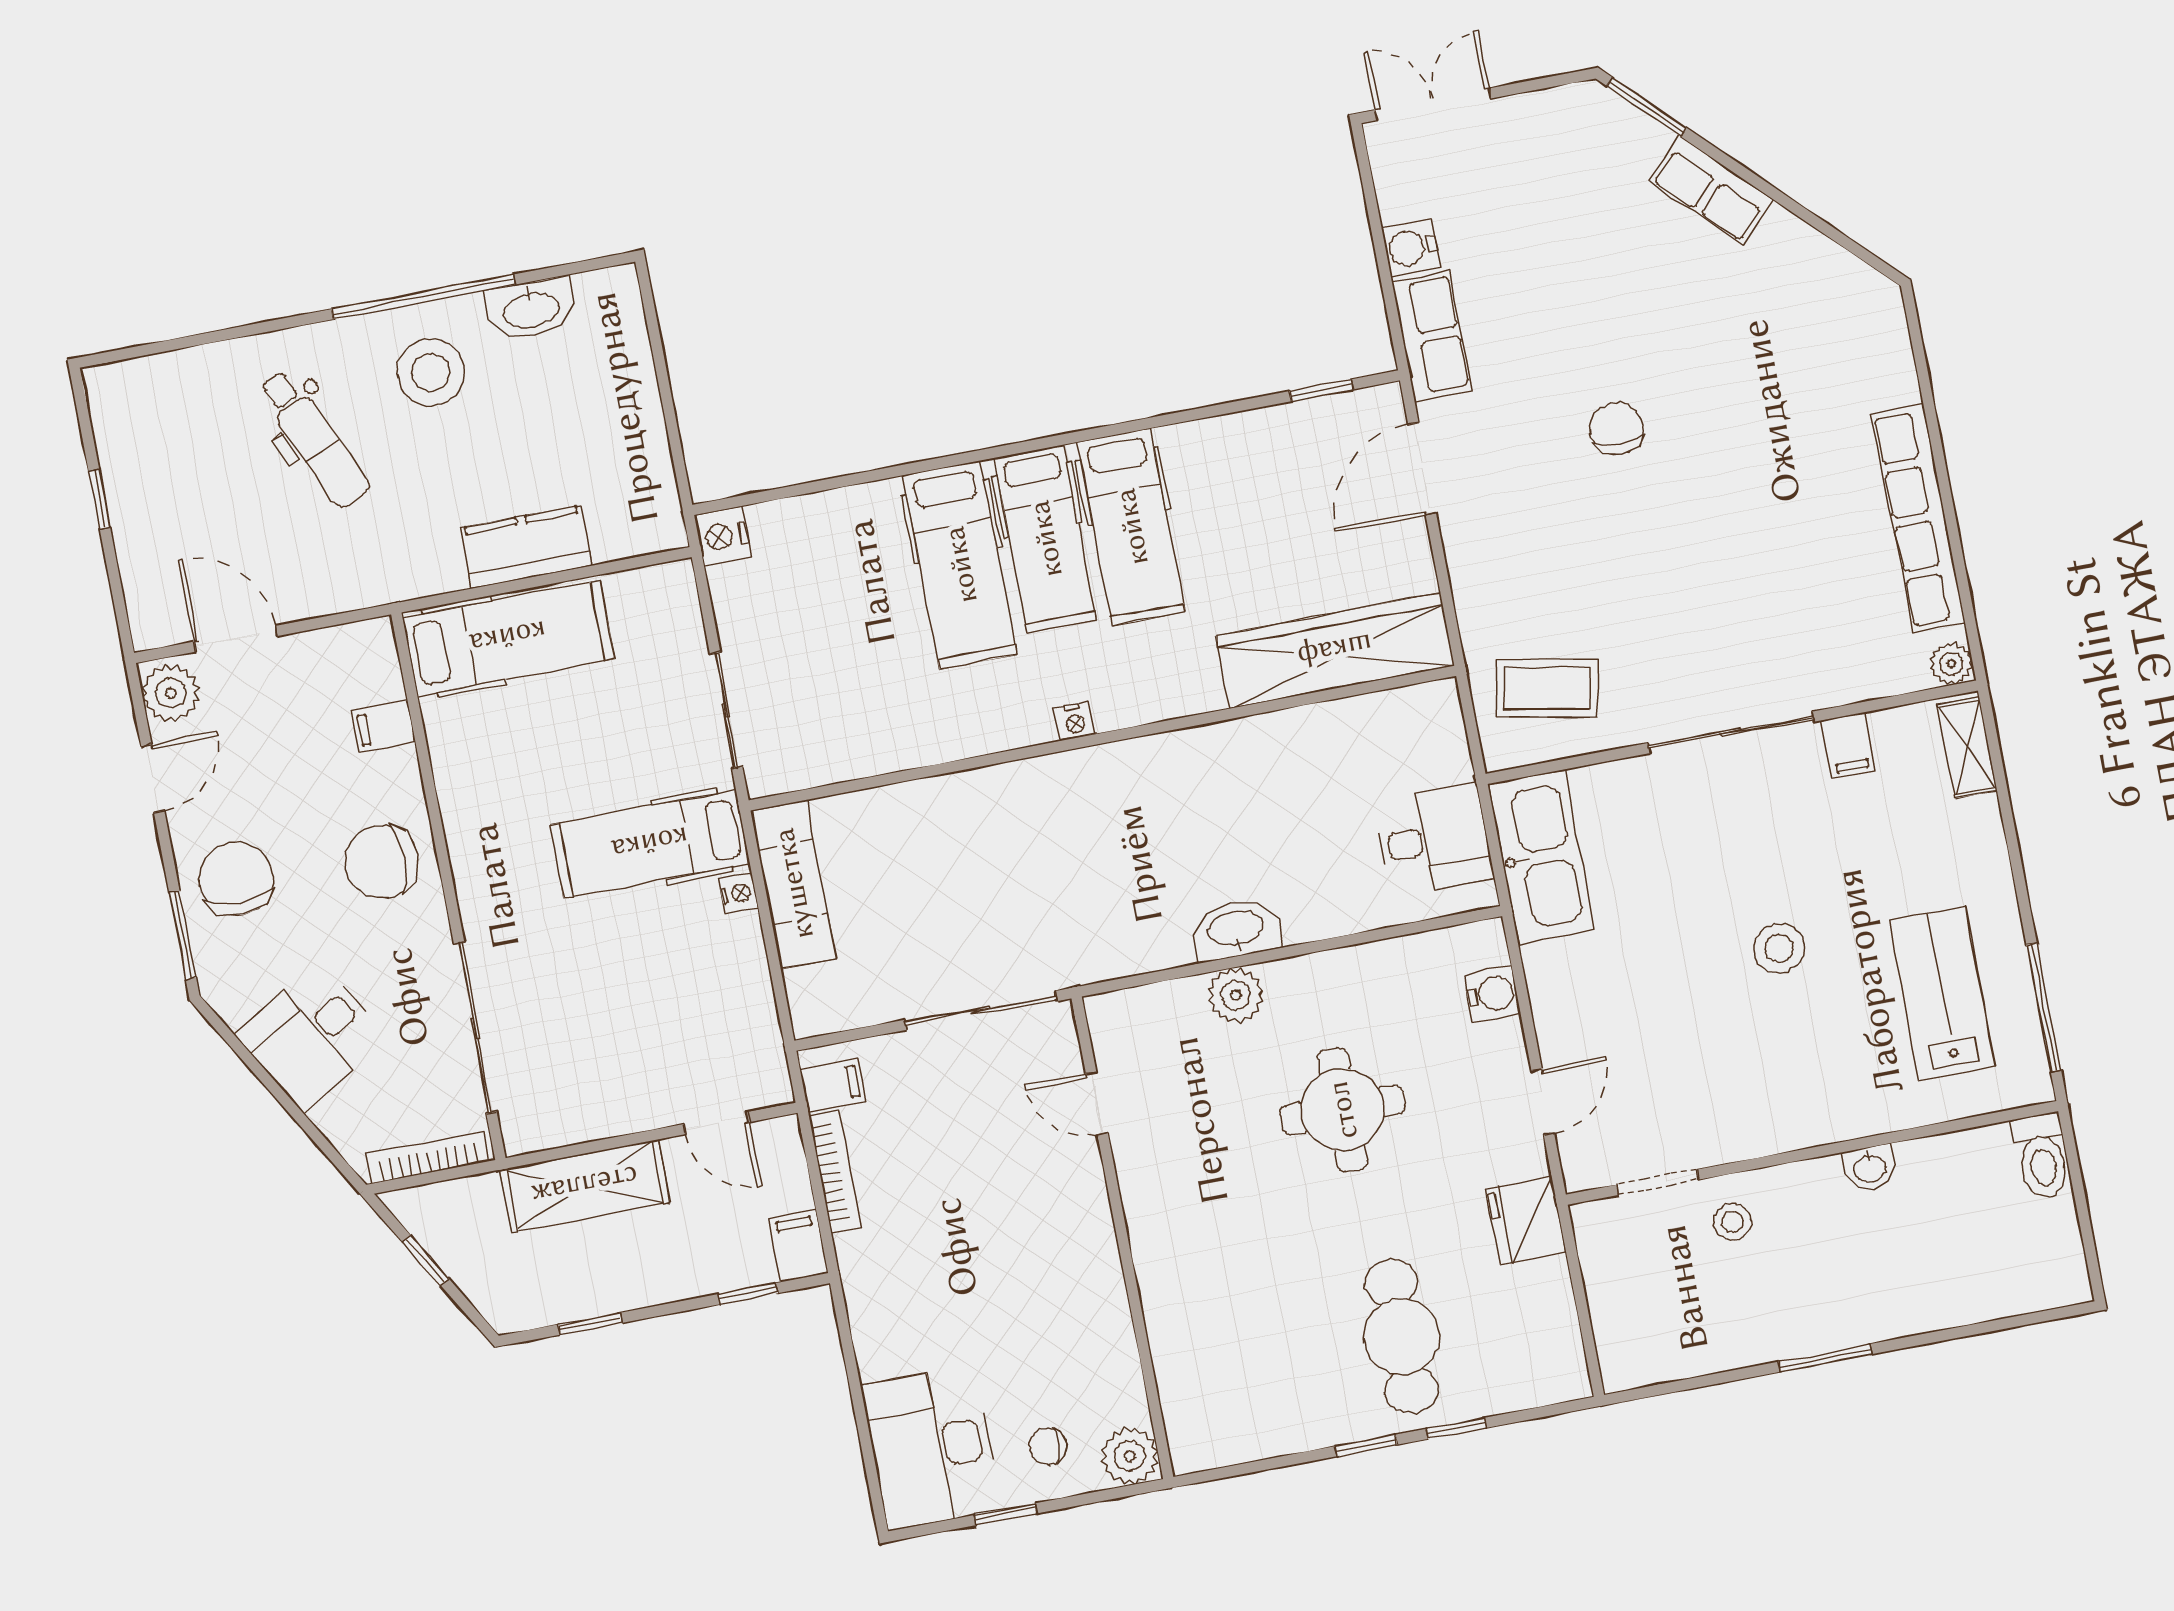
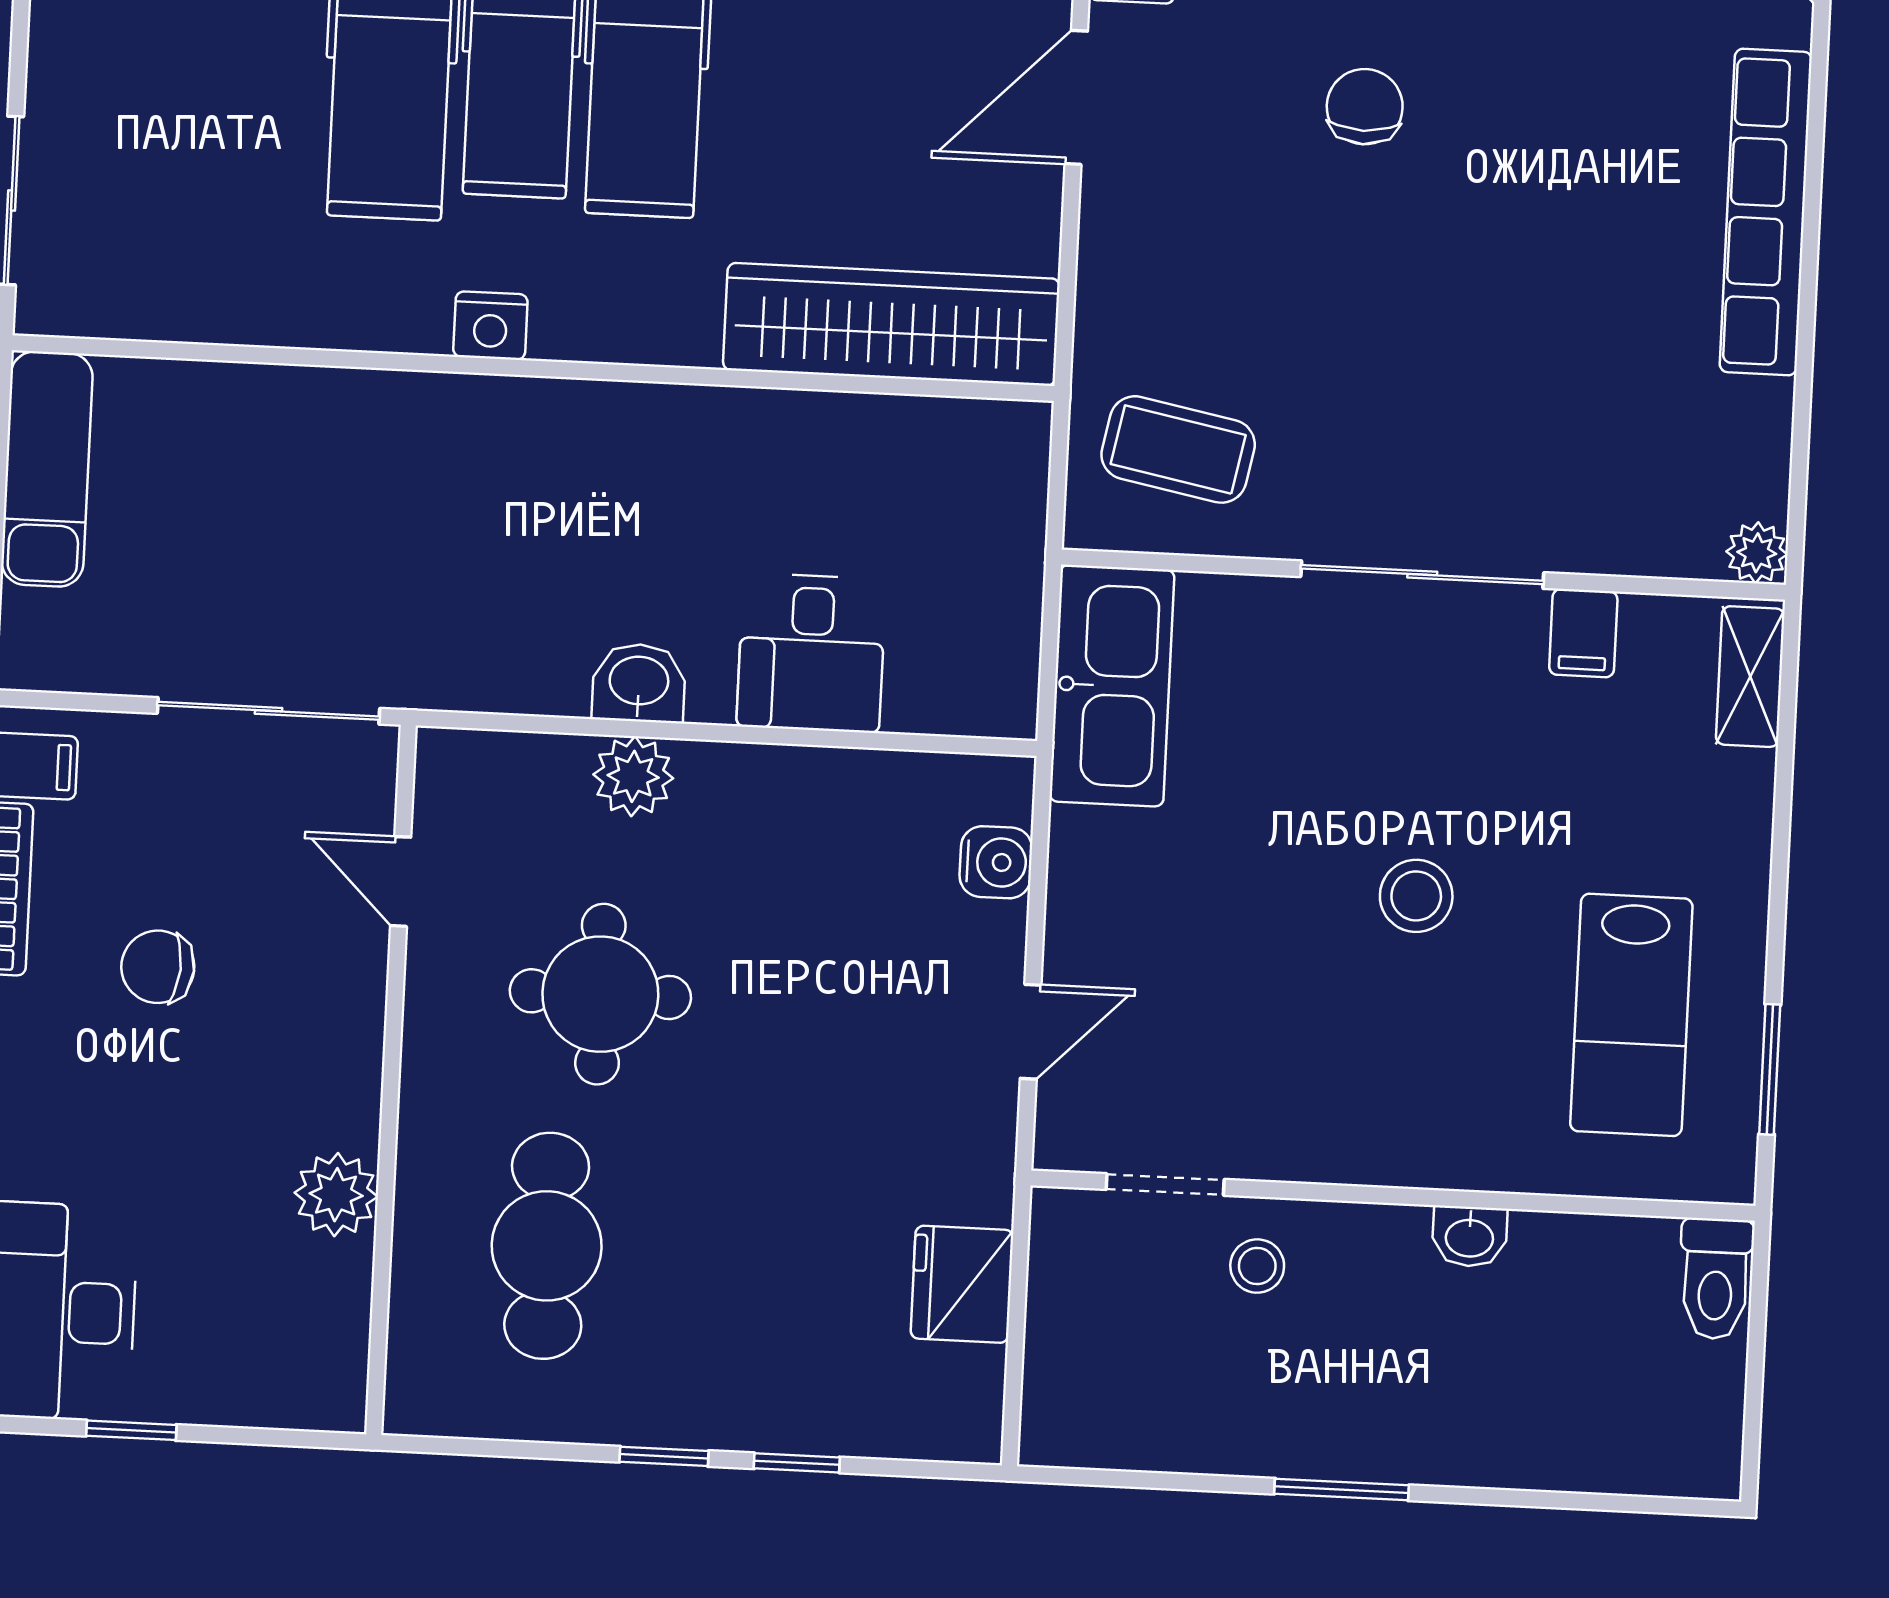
row of seats: (1918, 518) -> (1766, 212), moved
nightstand: (1075, 721) -> (490, 326), width x1.39, depth x1.35
desk: (1434, 839) -> (811, 653), moved, turned 90
washbasin: (1236, 929) -> (639, 683), width x0.72
lab bench: (1942, 993) -> (1631, 1015), turned 180
window: (2044, 1007) -> (1770, 1069), width x0.69
round table: (1342, 1110) -> (600, 994), moved
fridge: (1526, 1220) -> (962, 1284), moved
cafe table: (1401, 1337) -> (547, 1246), moved
chair: (1048, 1446) -> (158, 967), moved, width x1.37, depth x1.37
plant: (1130, 1456) -> (336, 1195), moved

